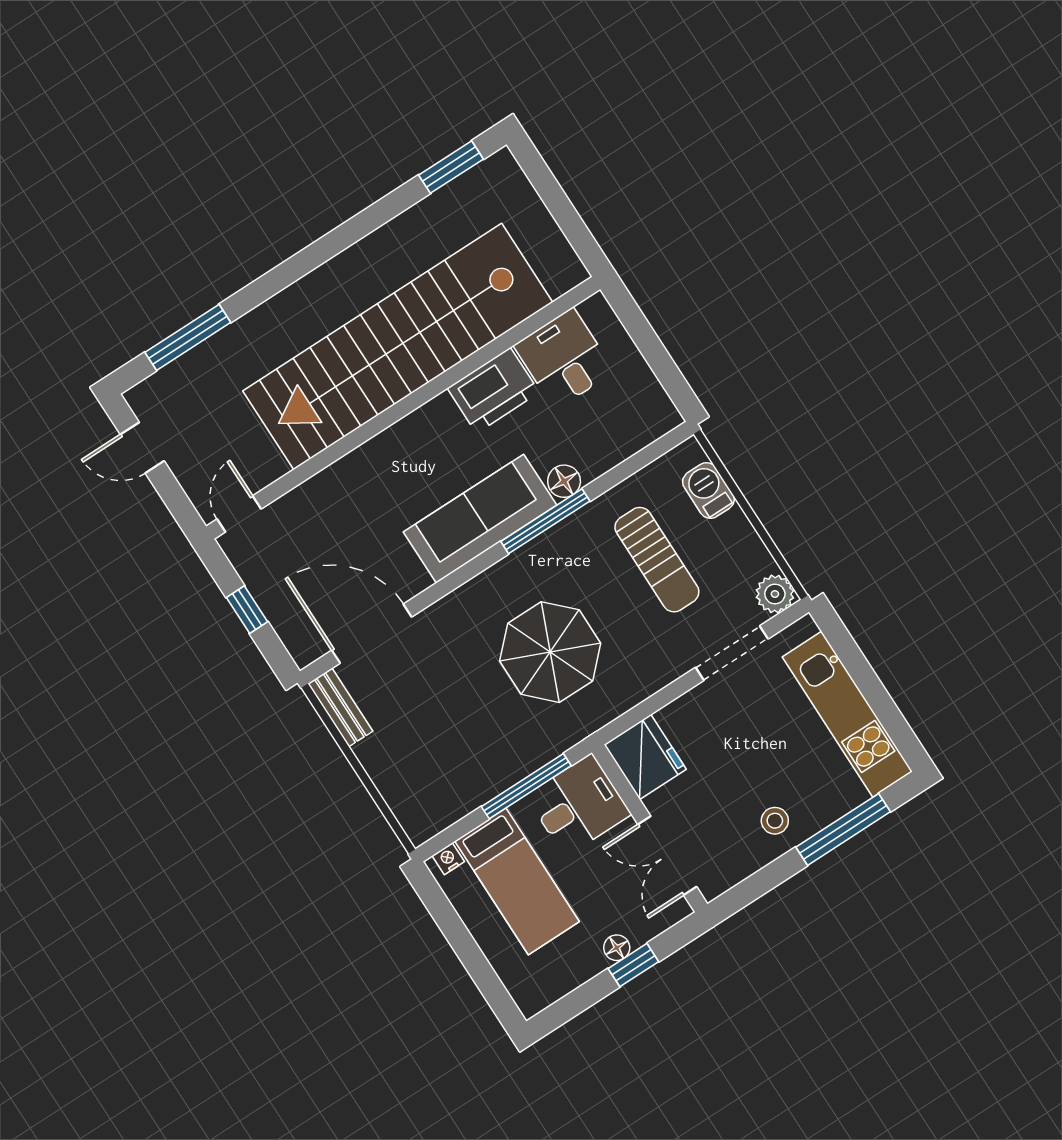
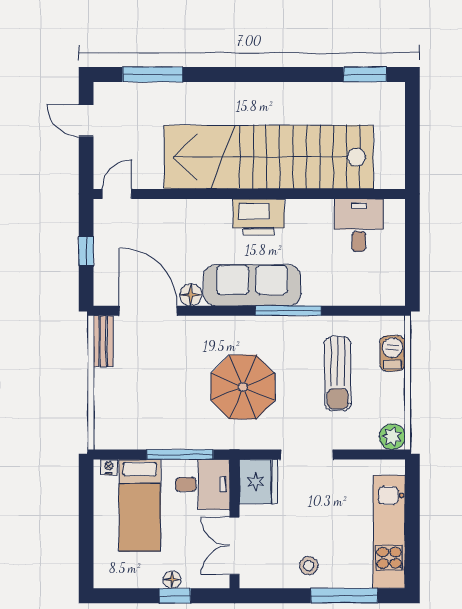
printer: (493, 390) -> (259, 217), moved
floor lamp: (564, 481) -> (191, 295), moved
doorway: (732, 653) -> (307, 454), moved

